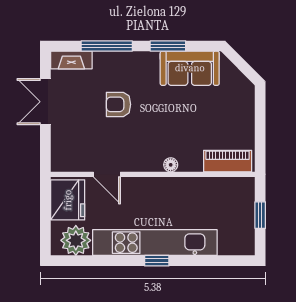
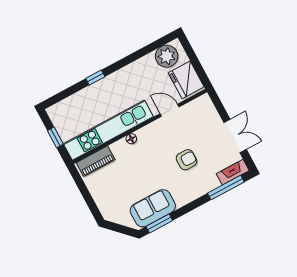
window: (107, 46) -> (226, 188), moved
window: (168, 46) -> (159, 223), moved
kitchen unit: (155, 243) -> (108, 130), moved, turned 180
window: (157, 261) -> (95, 78), moved

